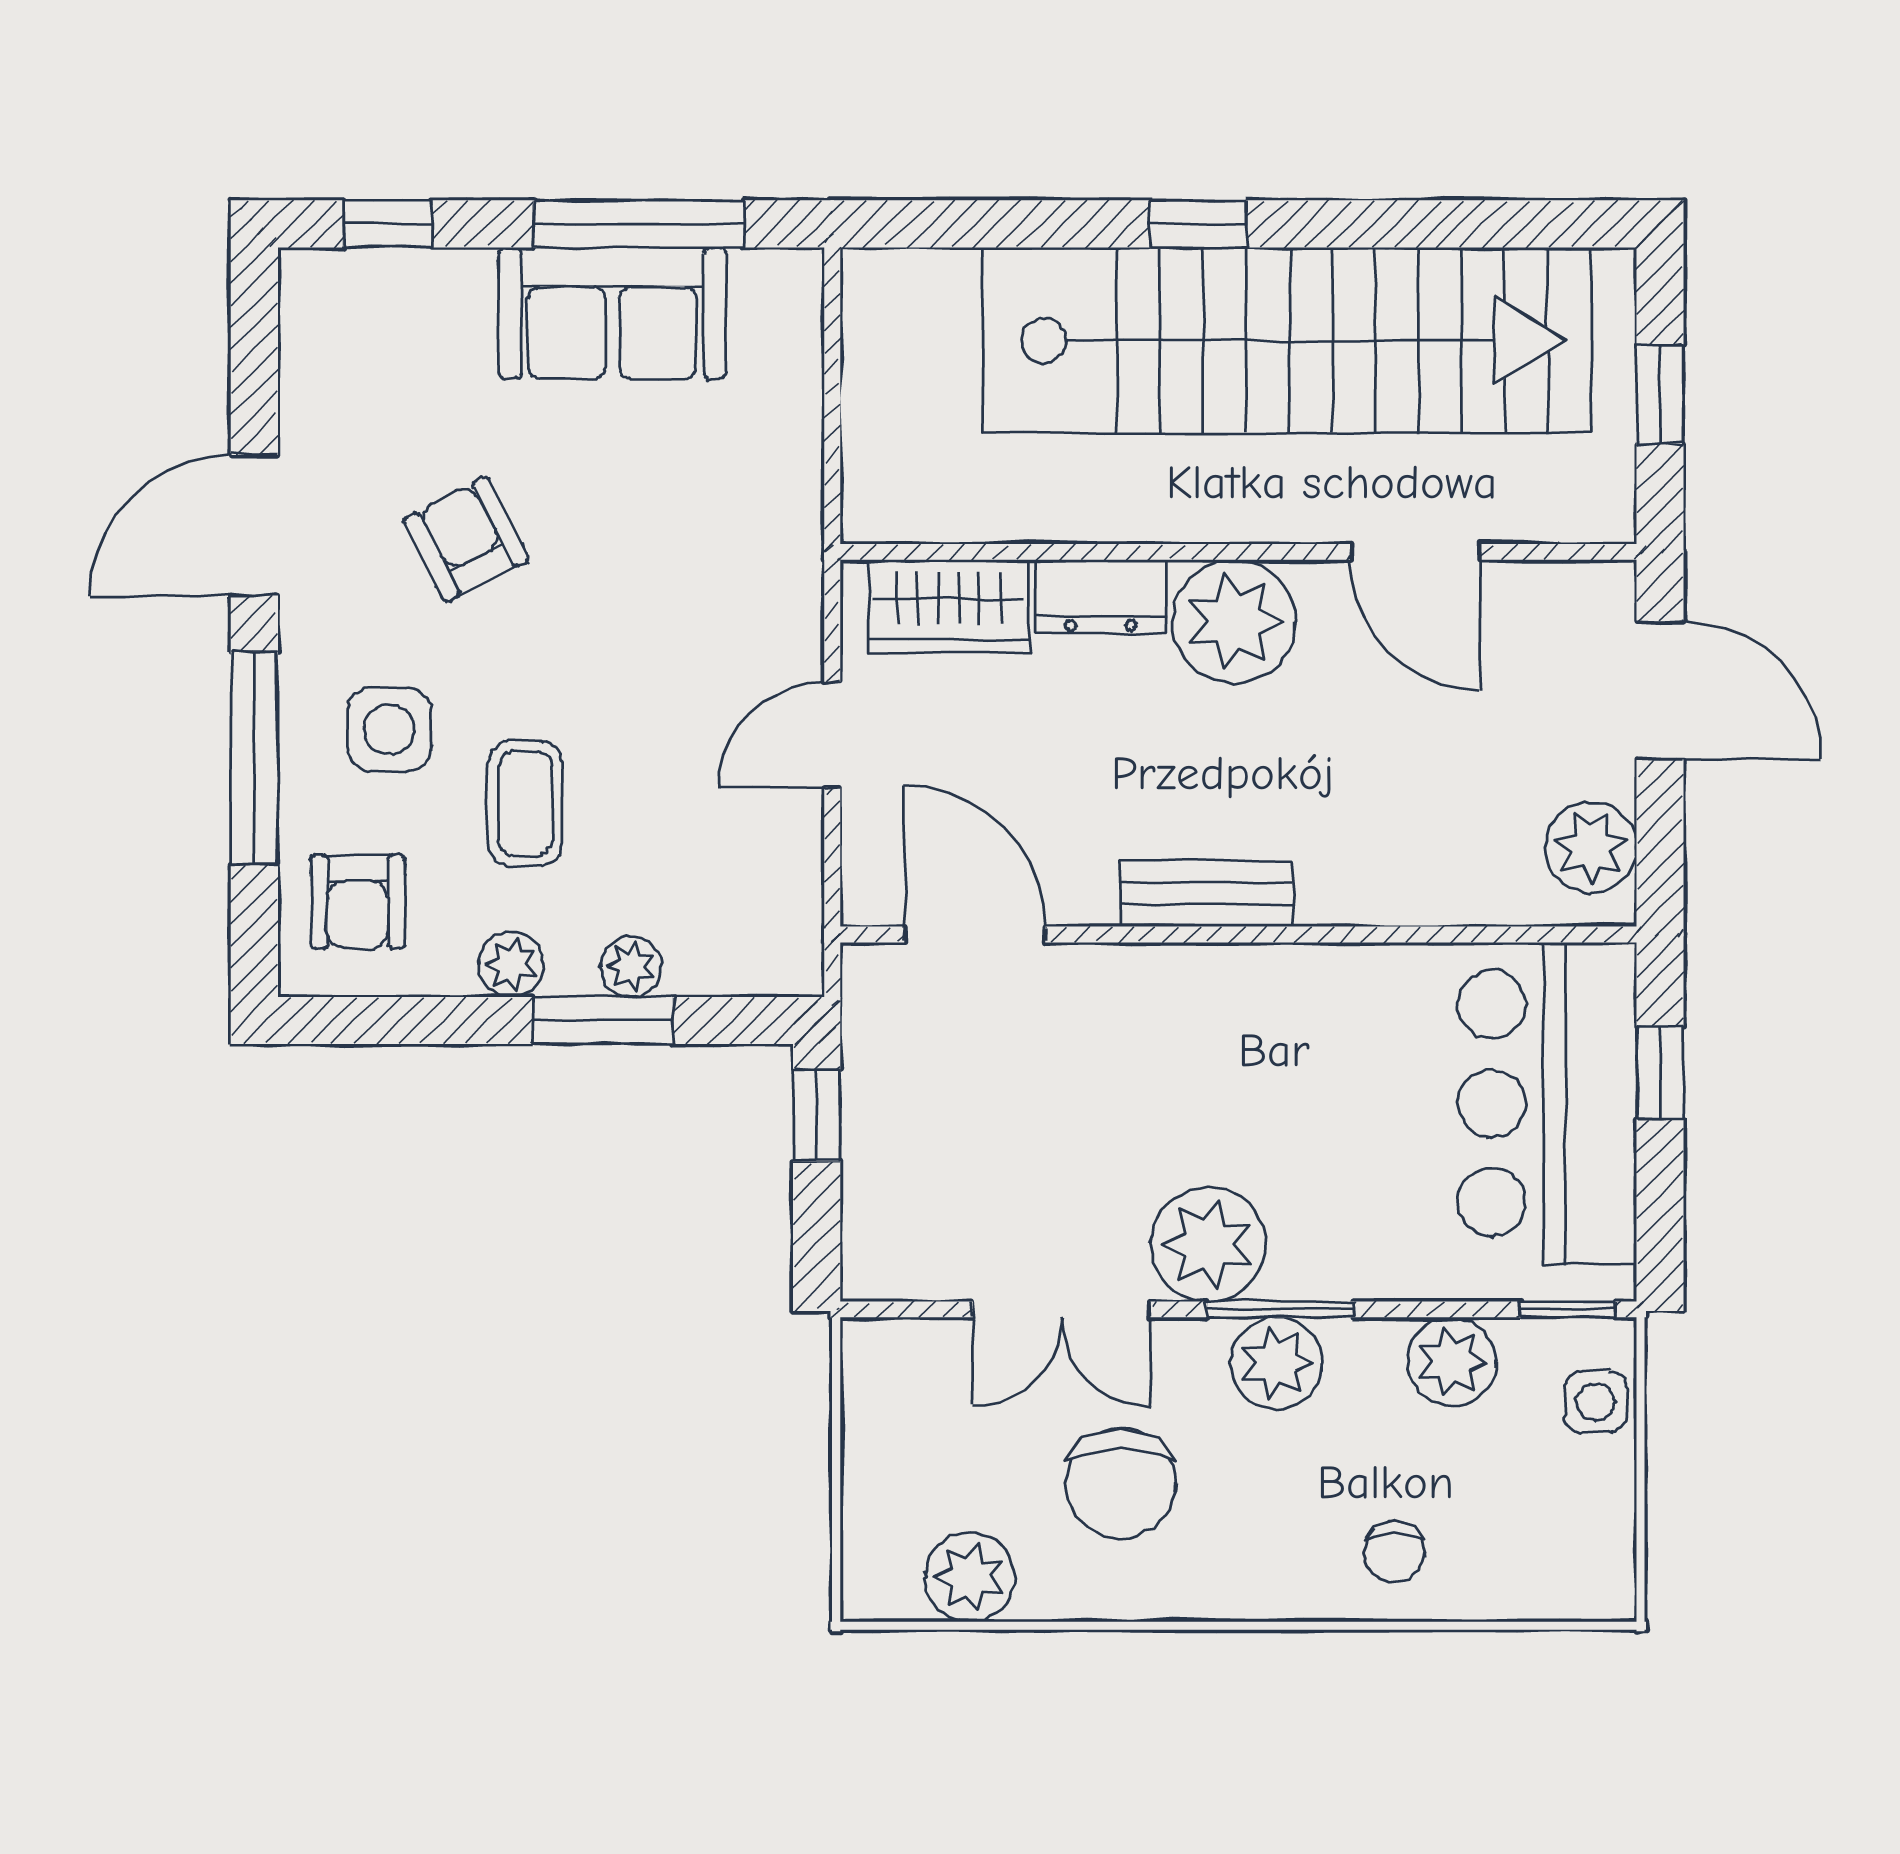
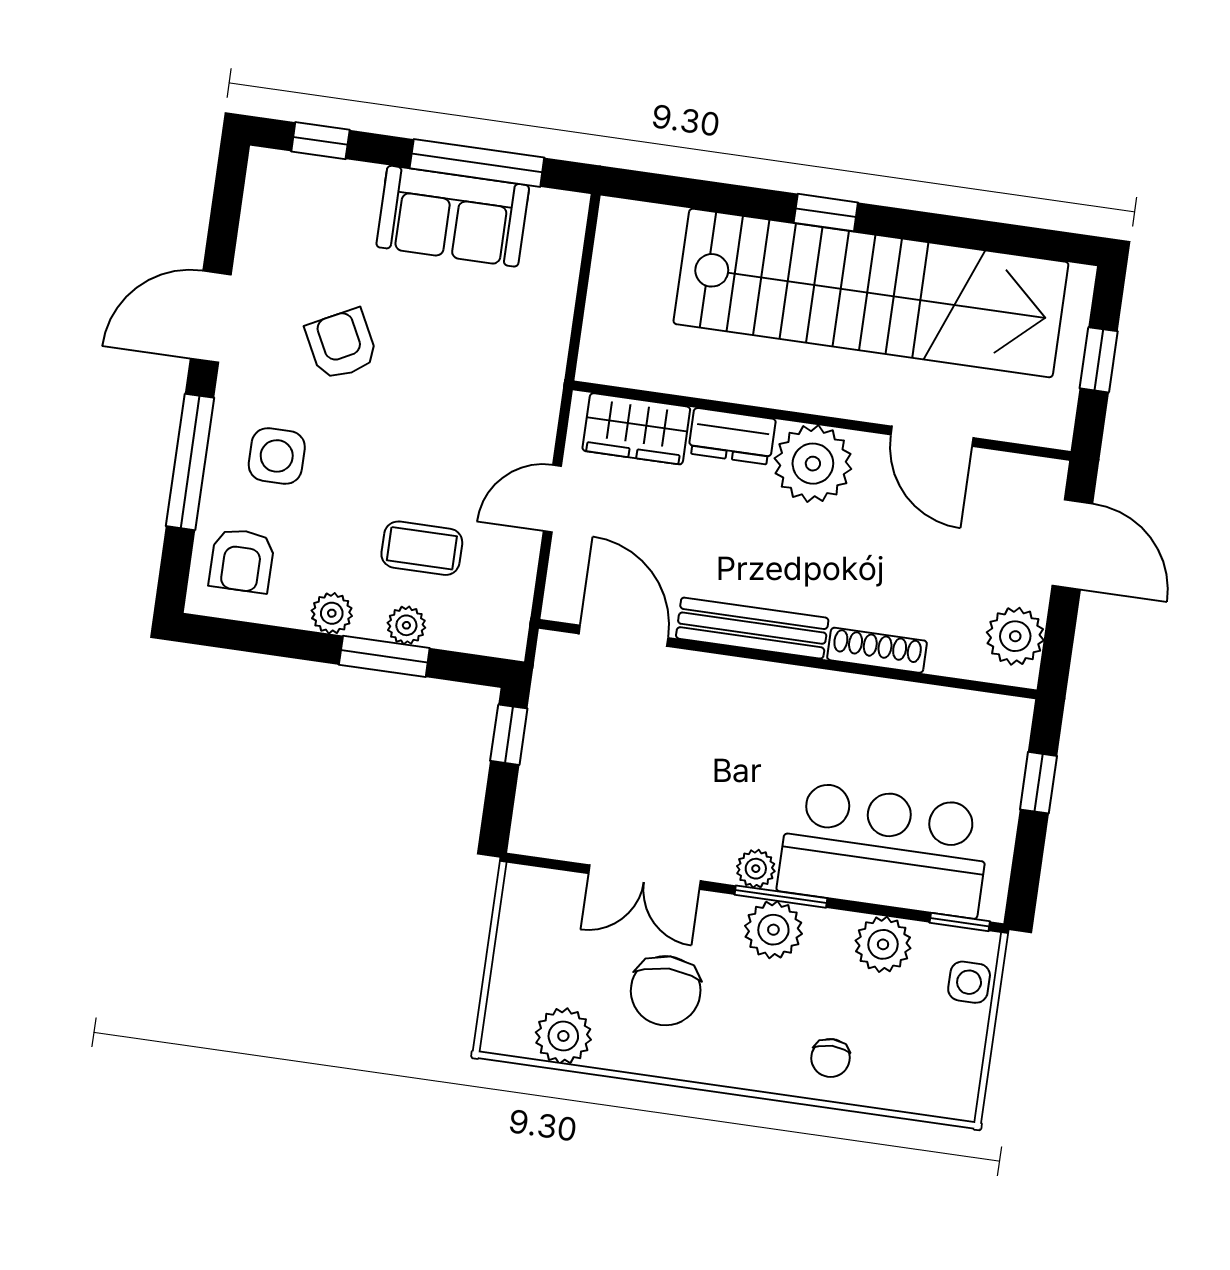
coffee table: (525, 803) -> (422, 548), moved, turned 90
bench: (1207, 894) -> (752, 628), width x1.36
shoe rack: (1377, 901) -> (877, 650), added
bar counter: (1547, 1103) -> (884, 849), moved, turned 90
plant: (1208, 1244) -> (756, 869), width x0.53, depth x0.53

